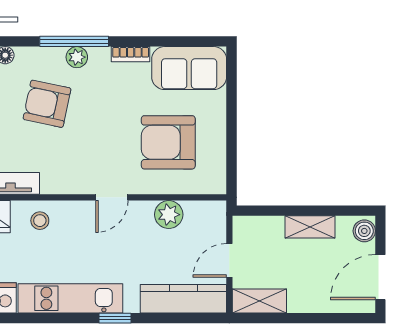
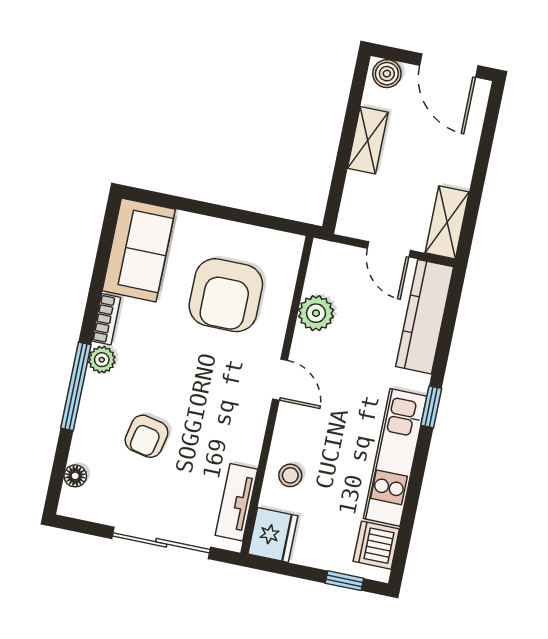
plant: (77, 57) -> (102, 360), moved
armchair: (47, 104) -> (147, 436), width x0.72, depth x0.72

